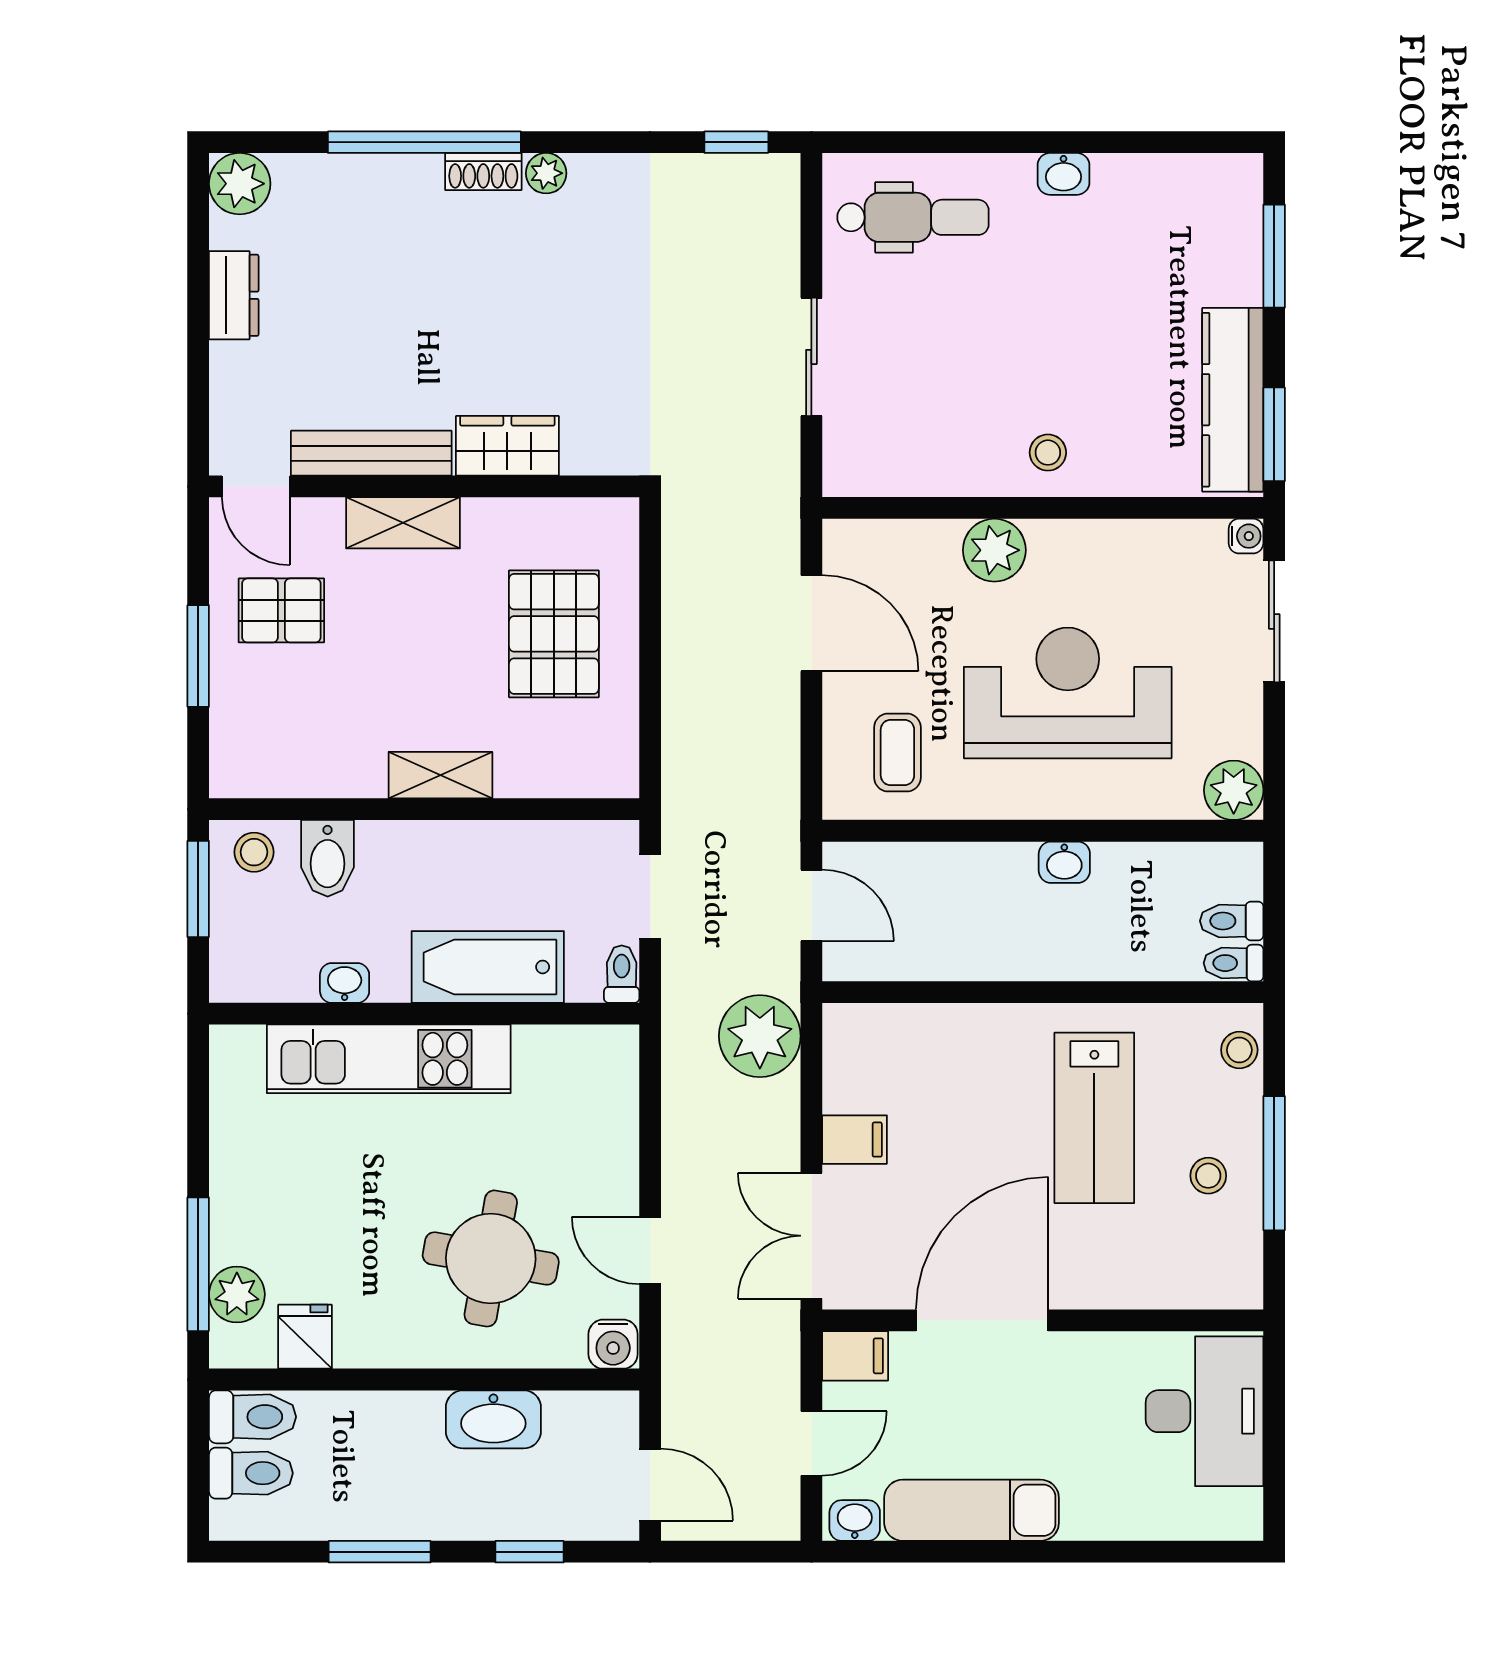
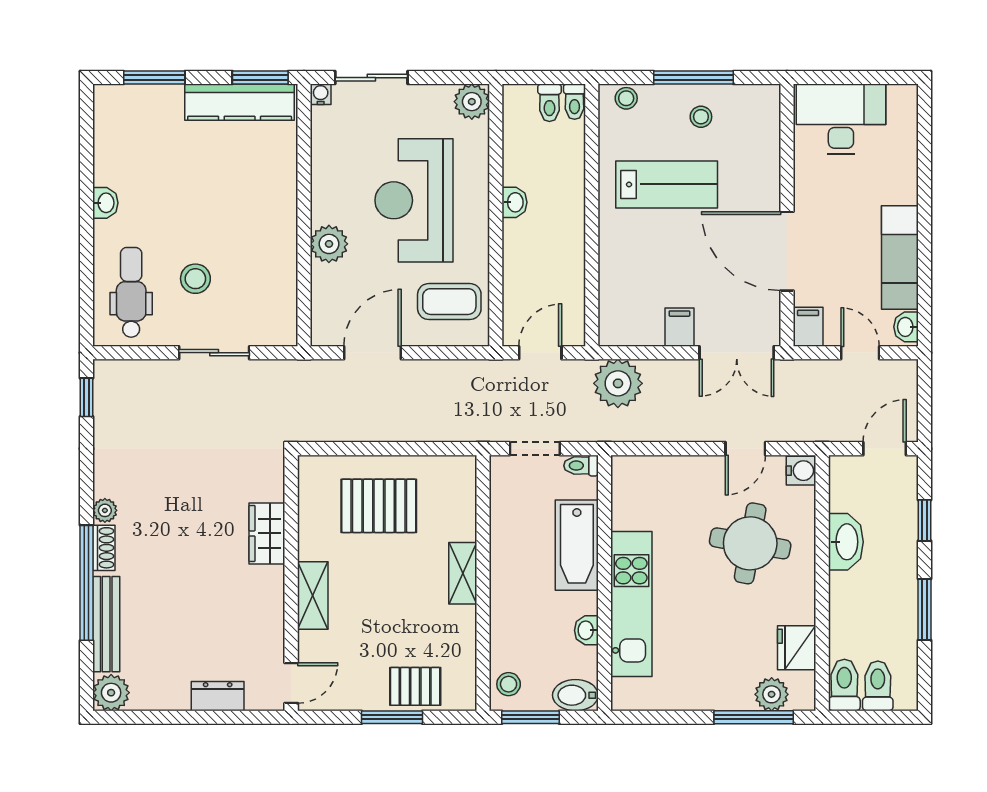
dresser: (234, 295) -> (218, 696), moved
bench: (371, 453) -> (106, 624), moved
stool: (1048, 453) -> (195, 279), moved, width x1.37, depth x1.37
pallet: (281, 610) -> (415, 686), moved, turned 90
coffee table: (897, 752) -> (449, 302), width x1.36, depth x1.30
bidet: (328, 858) -> (575, 695), moved, turned 180
fridge: (305, 1337) -> (797, 648), width x1.38

